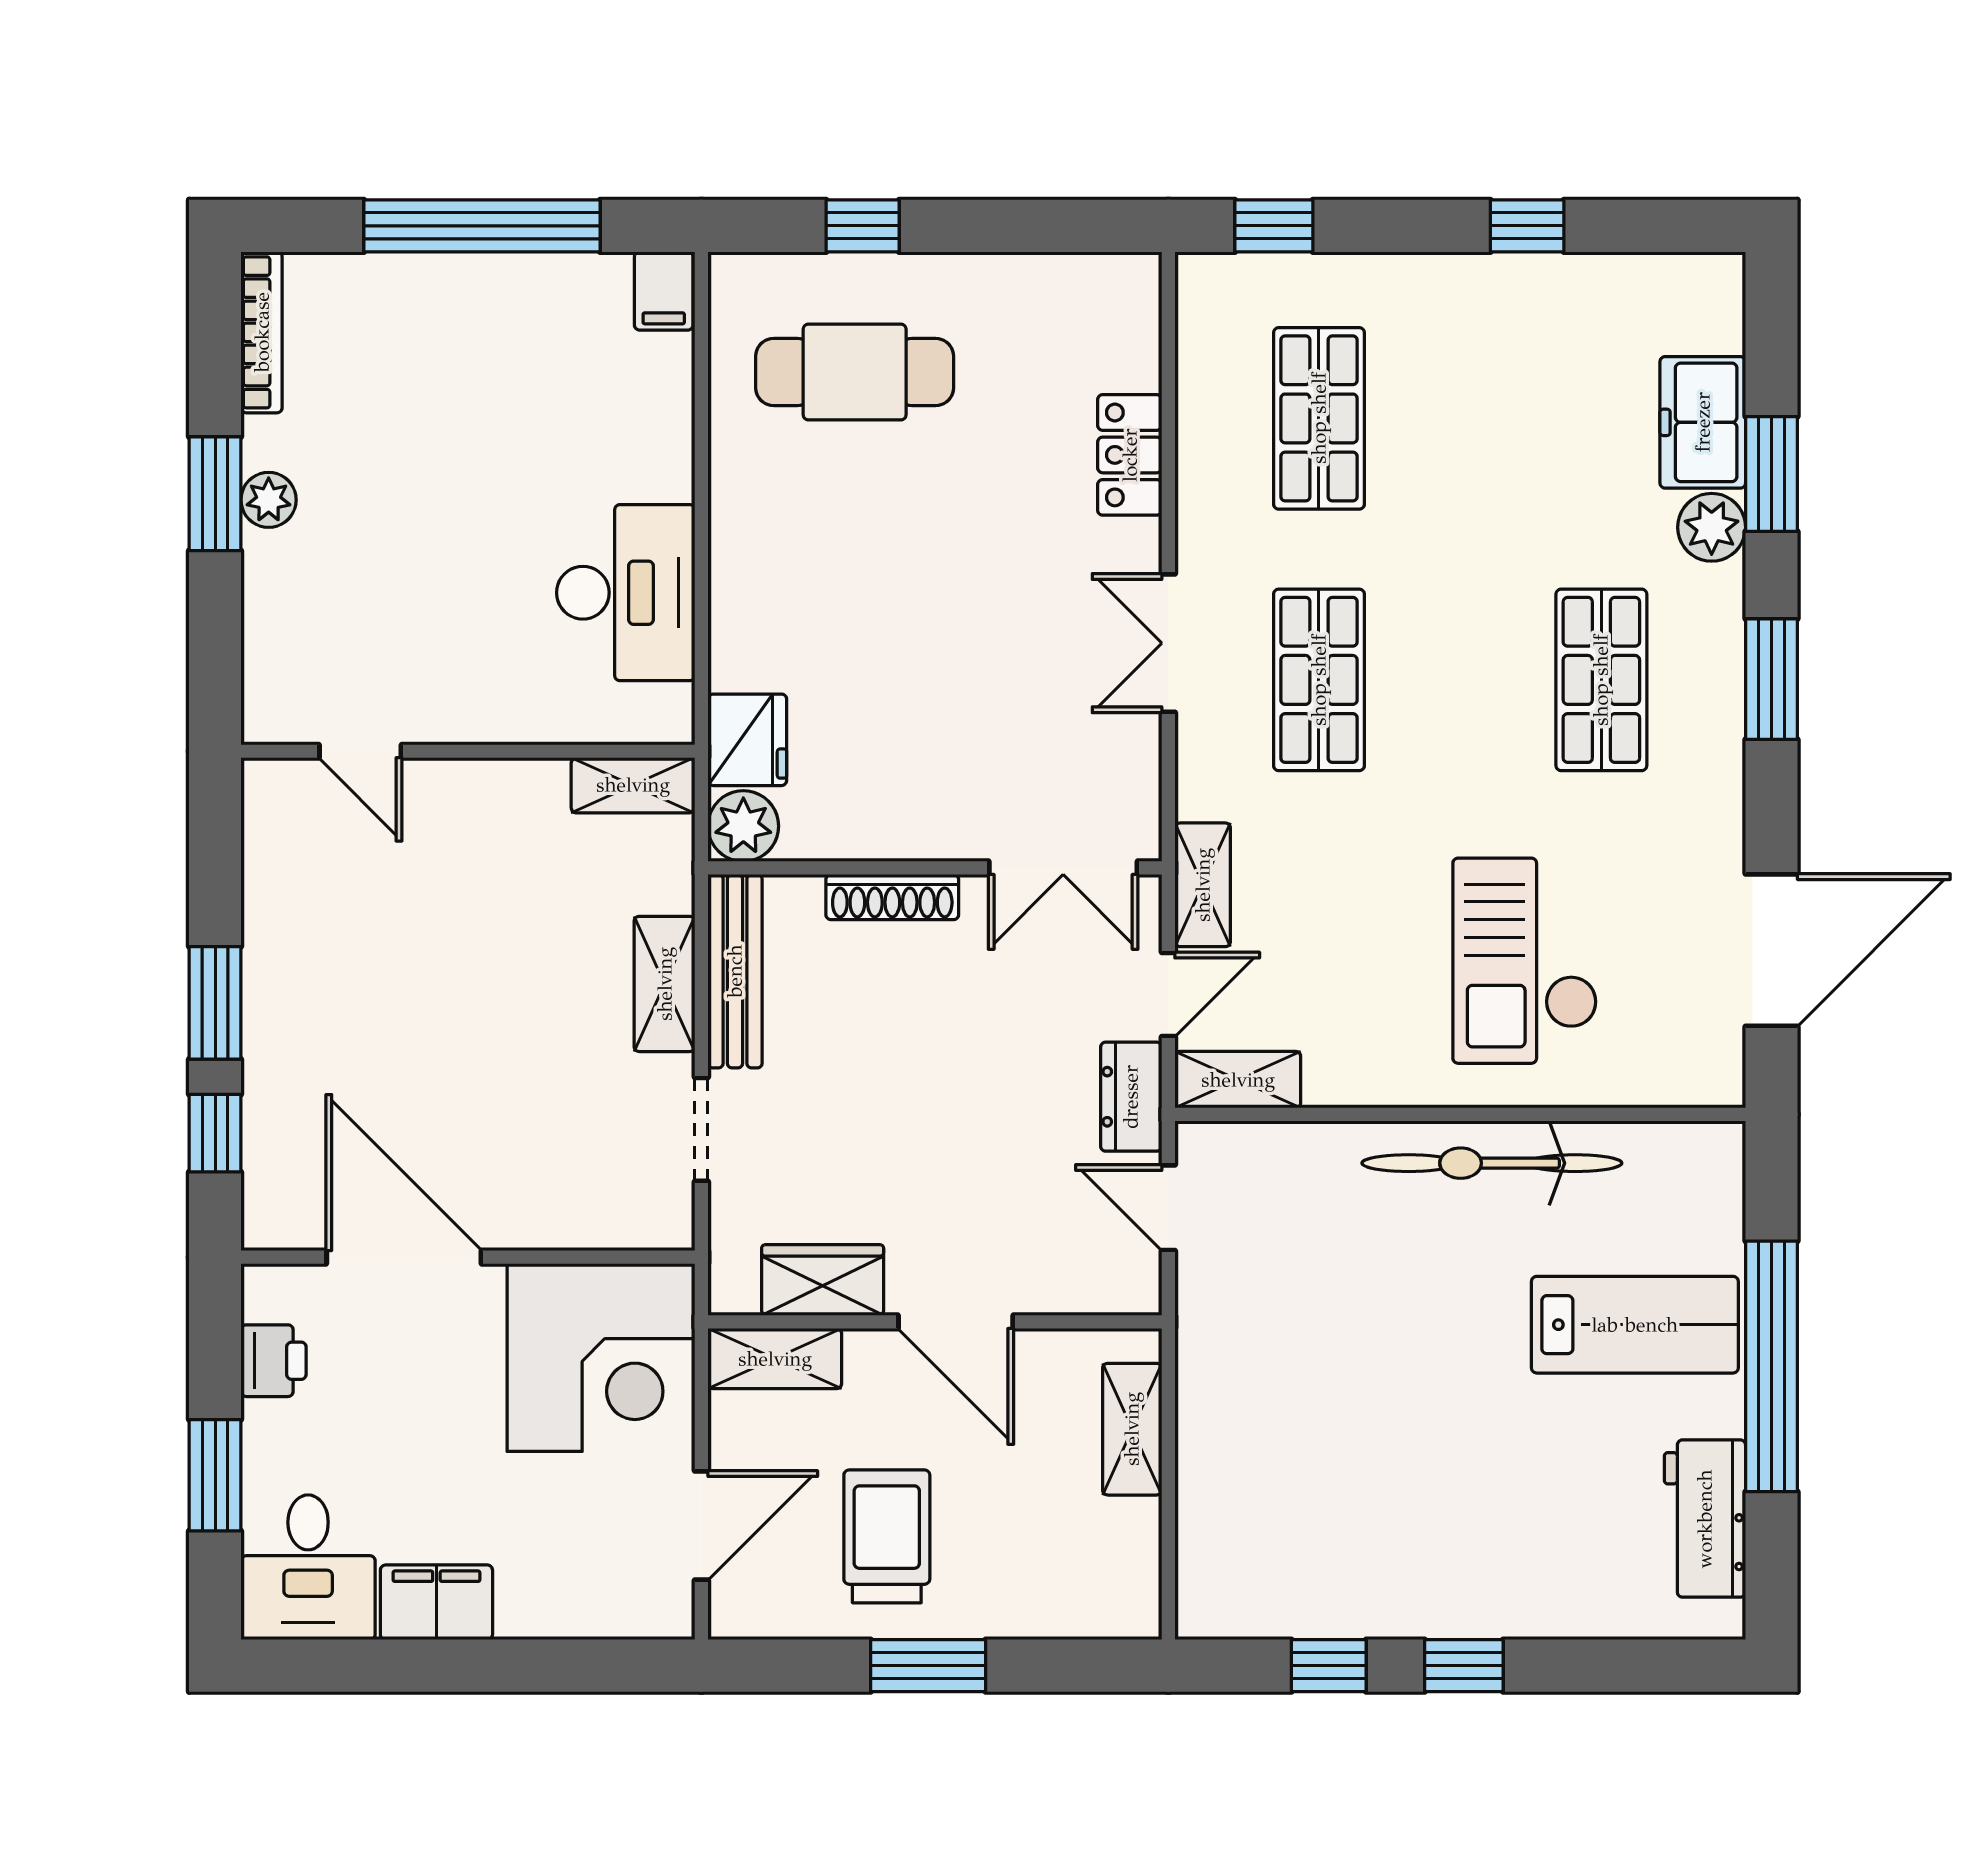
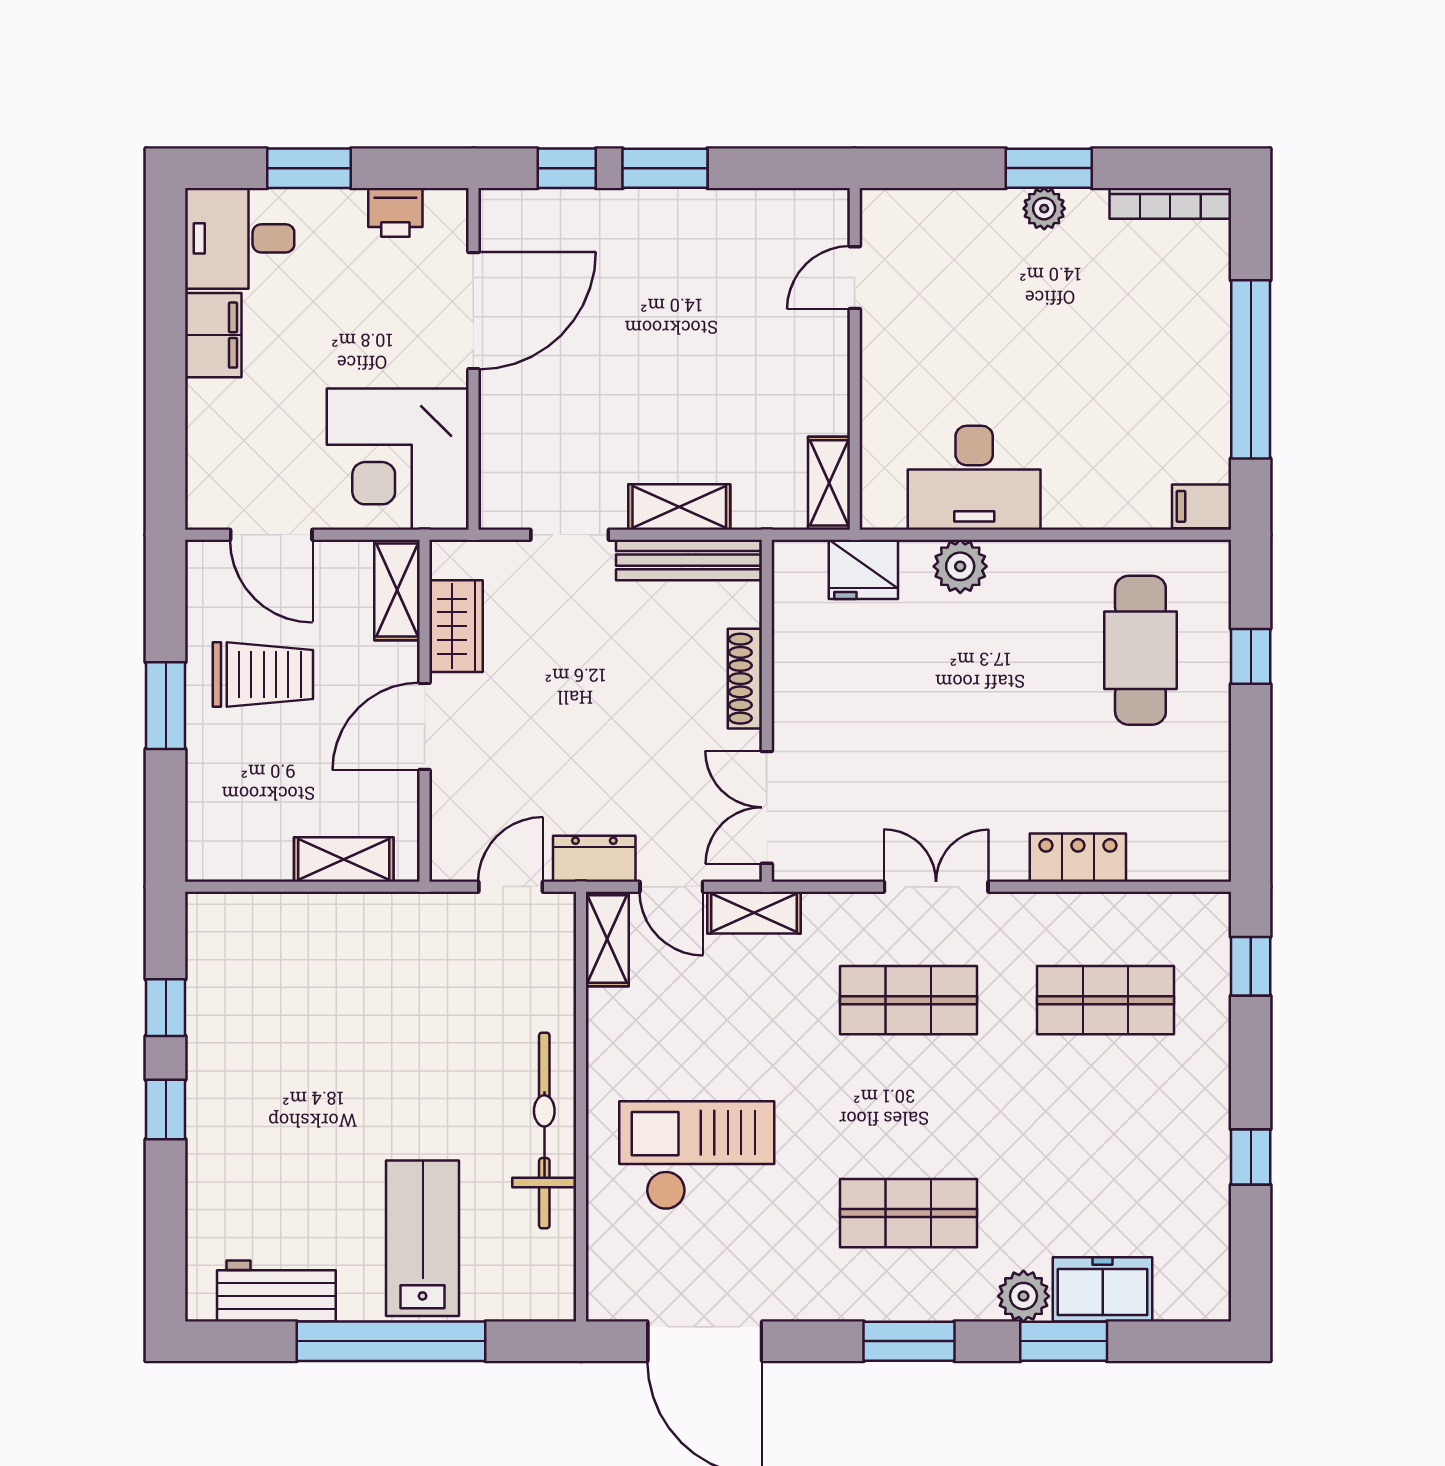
plant: (743, 826) -> (960, 566), moved
lab bench: (1635, 1325) -> (423, 1238), turned 180

